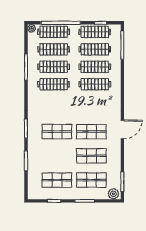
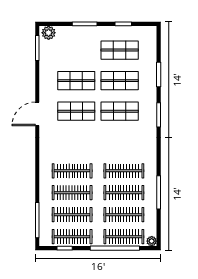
shop shelf: (91, 180) -> (120, 81), moved

